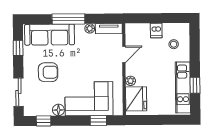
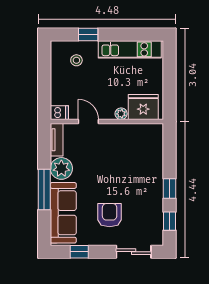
plant: (90, 28) -> (61, 168), width x1.87, depth x1.87
dishwasher: (156, 30) -> (59, 113), moved
window: (195, 85) -> (88, 34), moved
corner sofa: (89, 99) -> (142, 165), removed
floor lamp: (58, 110) -> (156, 203), removed
window: (98, 120) -> (169, 189), moved

